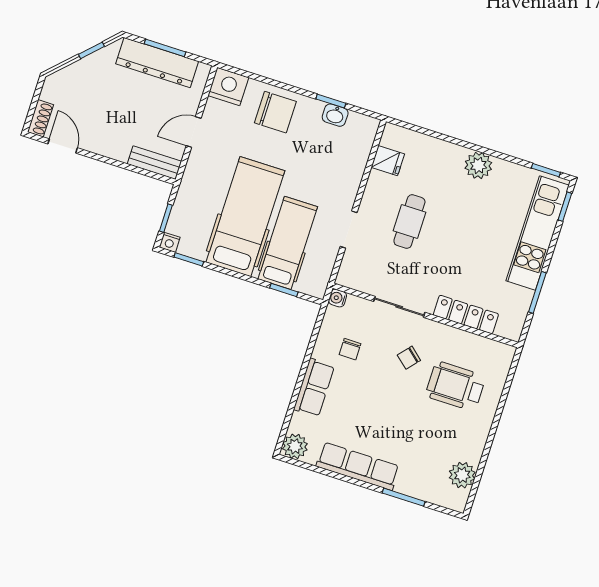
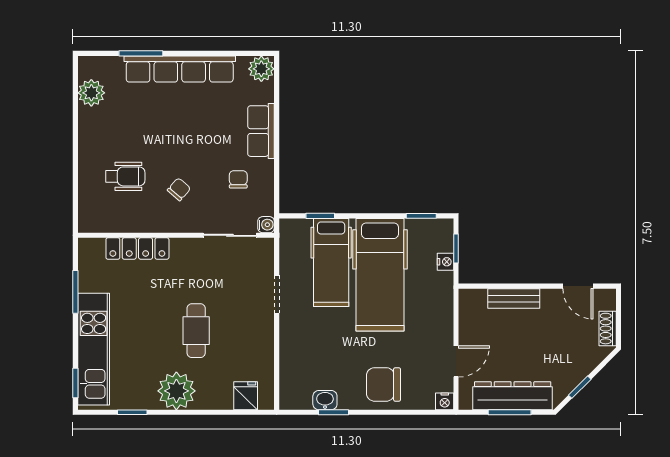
nightstand: (228, 87) -> (445, 401), width x0.53, depth x0.56
shoe rack: (41, 118) -> (608, 329), moved
door: (194, 132) -> (456, 361), moved
fridge: (388, 161) -> (246, 396), moved, turned 90
bench: (154, 163) -> (514, 298), moved
plant: (478, 165) -> (176, 391), width x1.36, depth x1.36
window: (546, 170) -> (132, 412), moved
cafe table: (409, 222) -> (196, 331), moved
nightstand: (170, 242) -> (445, 262), moved, turned 90
sliding door: (399, 307) -> (230, 235), moved
wheelchair: (456, 386) -> (125, 176), width x0.73, depth x0.73
row of seats: (358, 466) -> (180, 69), width x1.36

